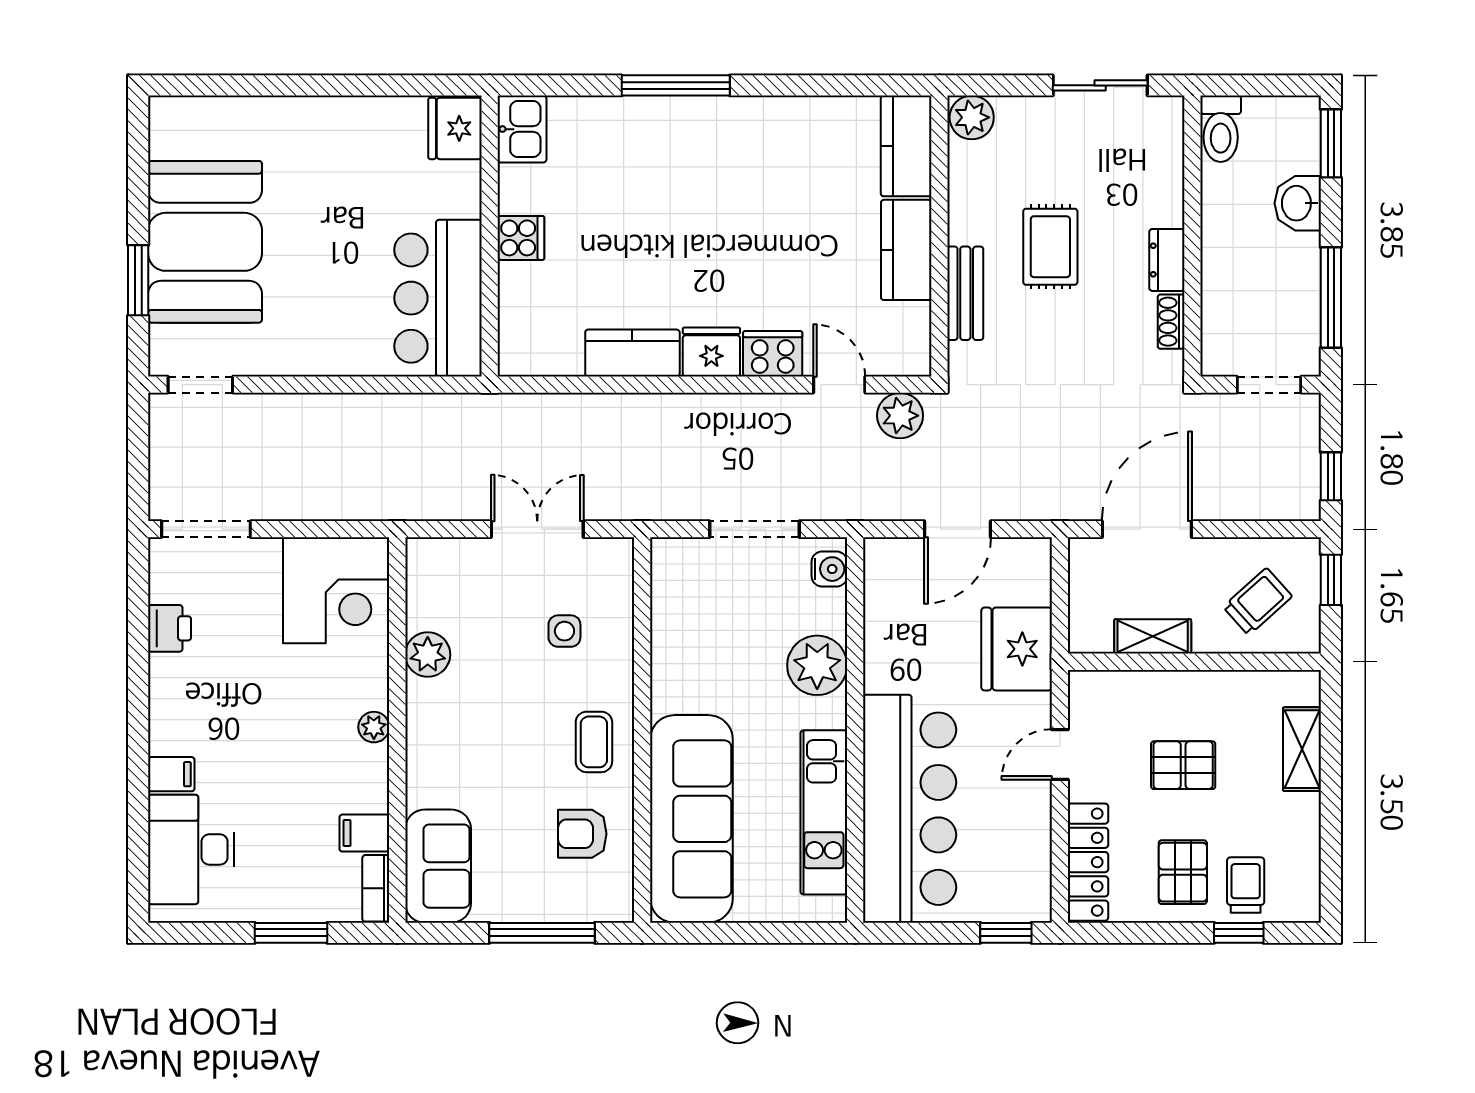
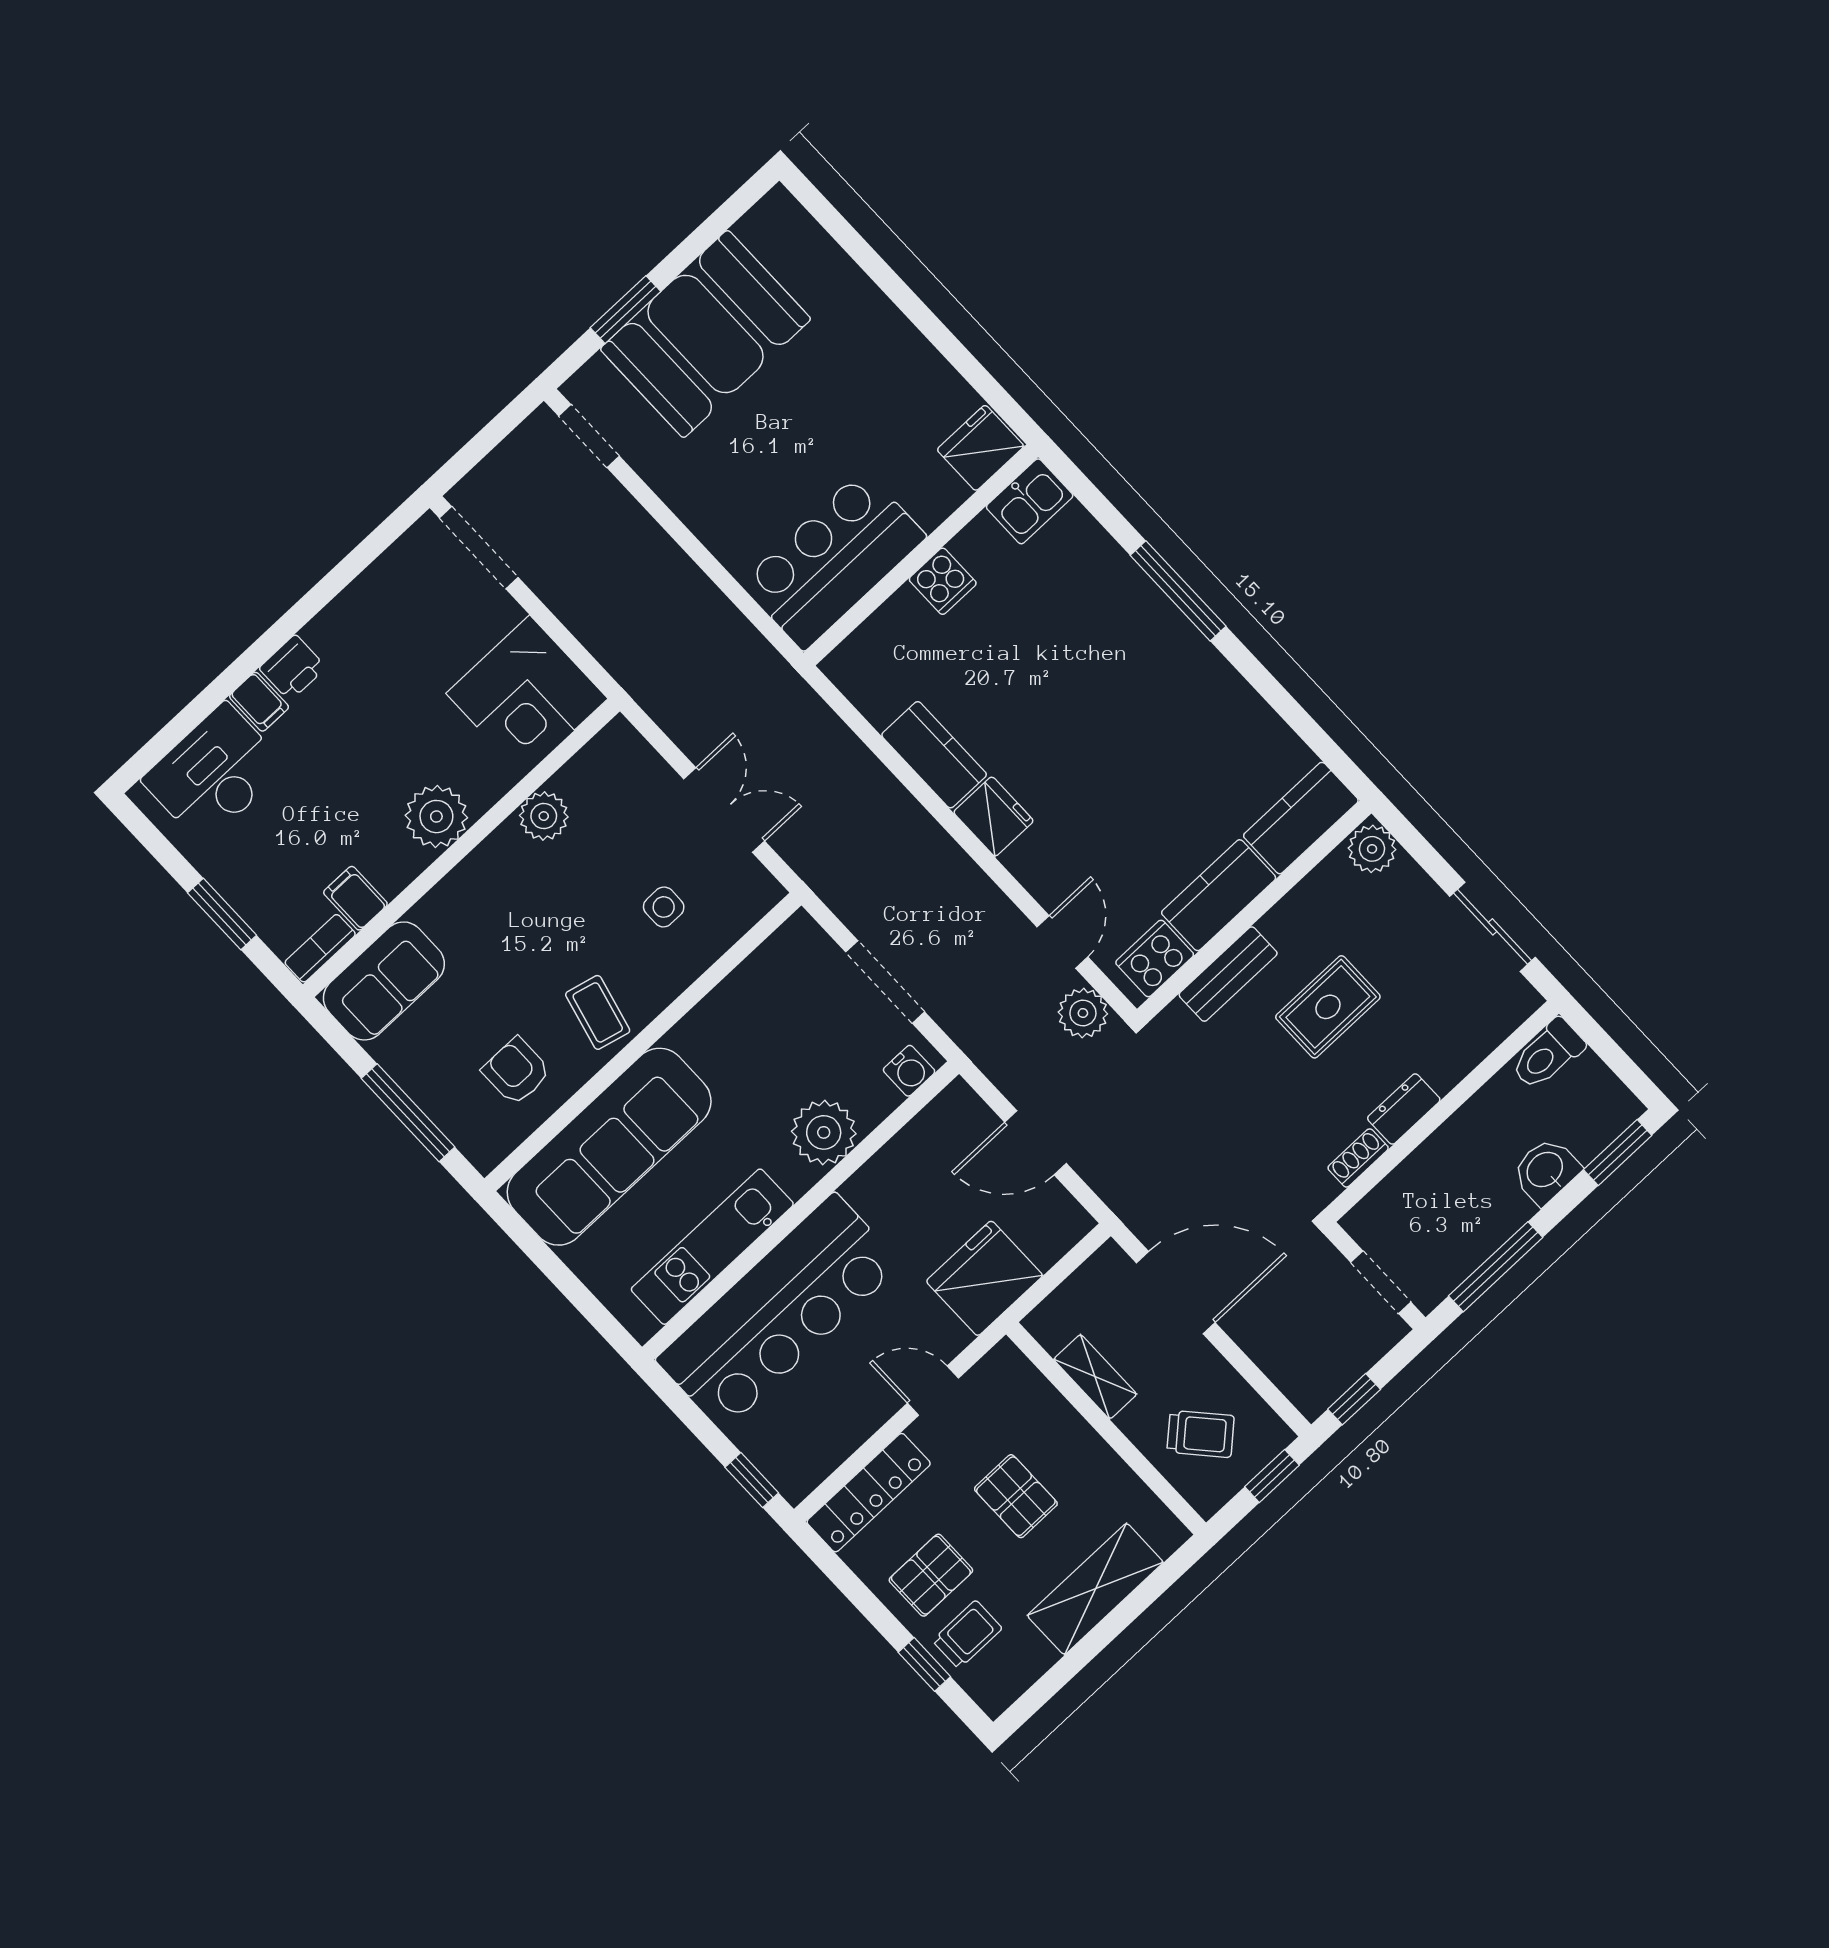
cooker: (773, 354) -> (1155, 958), moved, turned -90
printer: (170, 628) -> (293, 668), moved
plant: (374, 727) -> (436, 817), width x1.88, depth x1.88
coffee table: (594, 742) -> (598, 1012), turned -76
shelving: (1302, 749) -> (1095, 1589), width x1.50, depth x1.33

